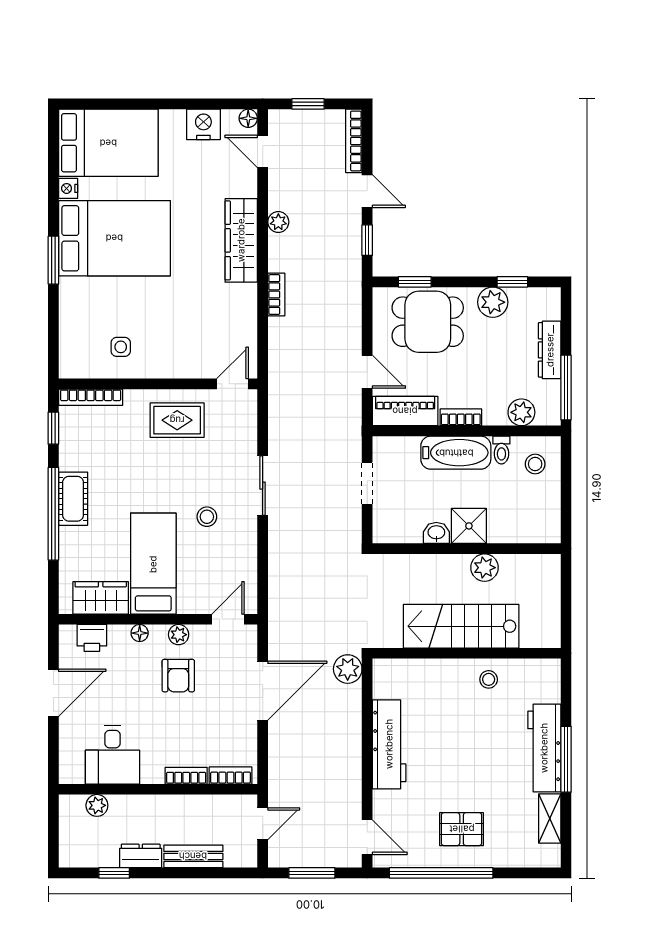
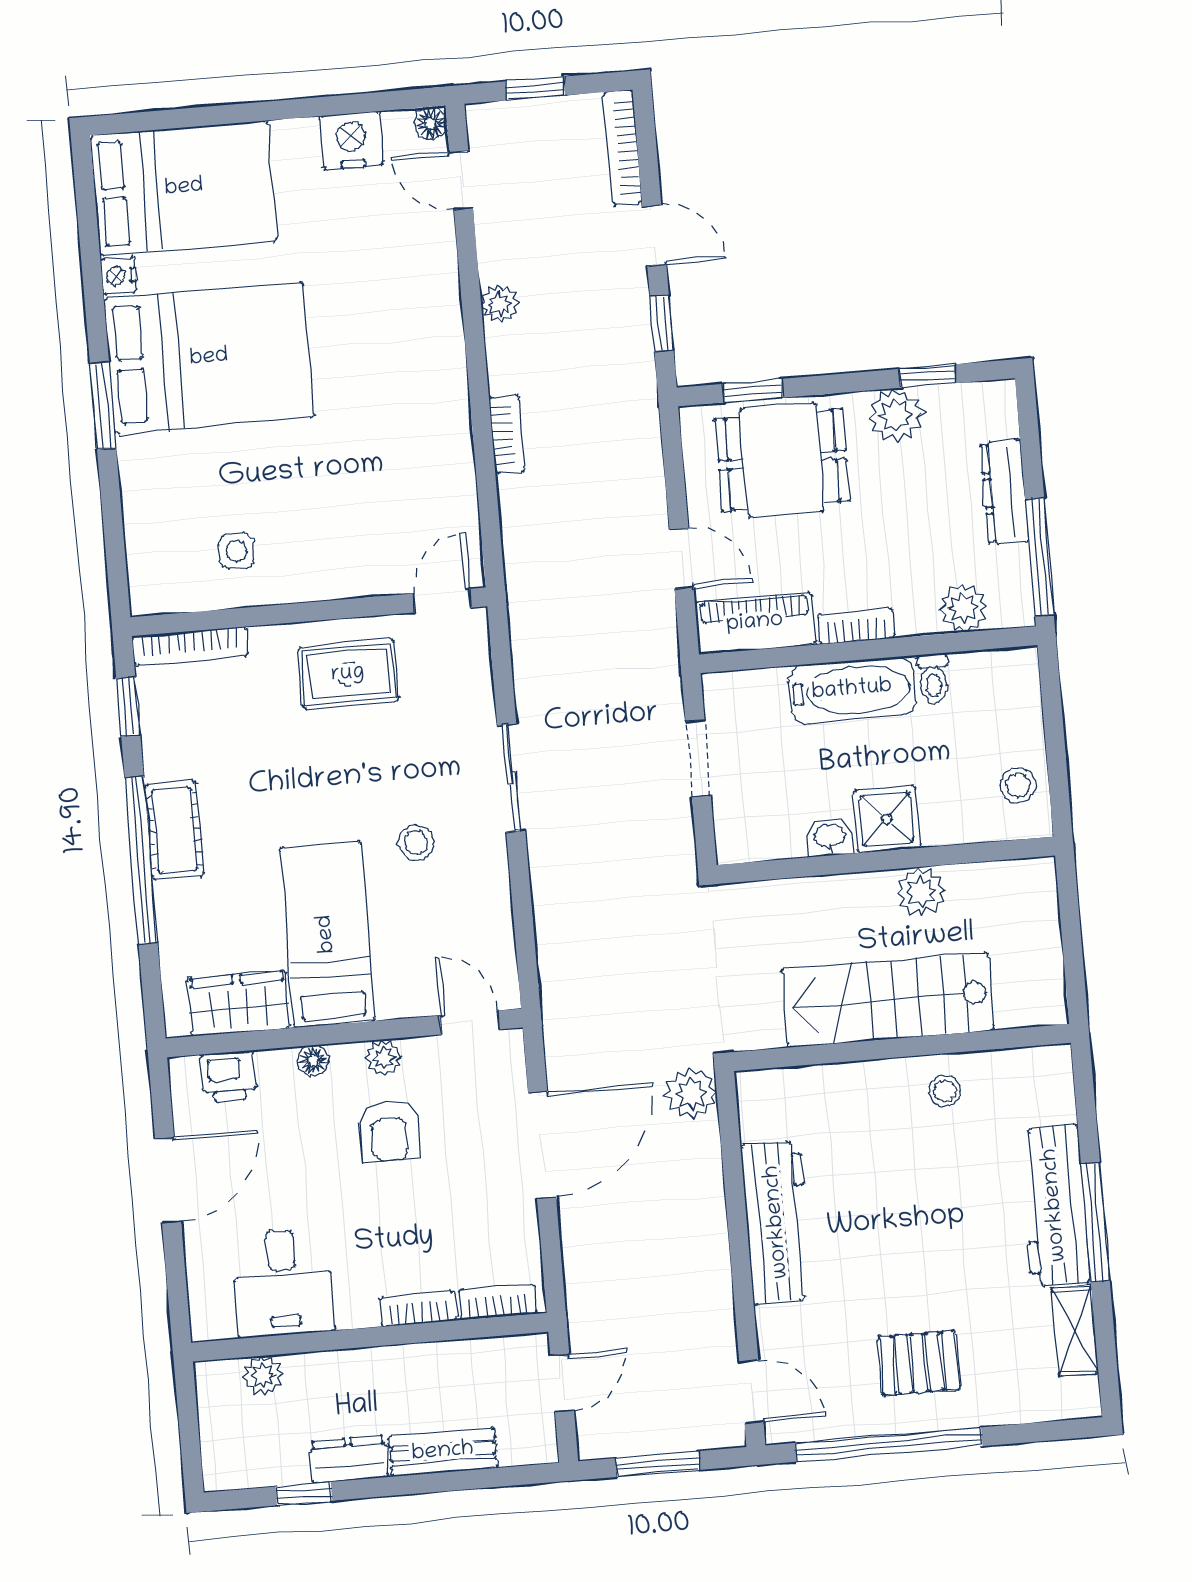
wardrobe: (241, 240) -> (436, 343), removed
stool: (535, 464) -> (1018, 785), moved
door: (228, 619) -> (470, 1023), hinge flipped

